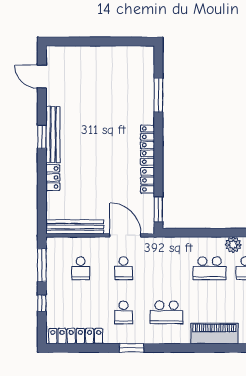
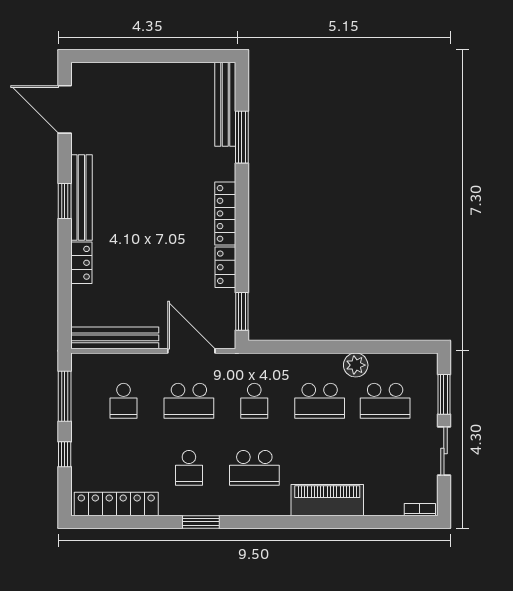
bench: (147, 73) -> (225, 104), added
door: (42, 77) -> (65, 109), width x1.36
school desk: (124, 268) -> (189, 401), width x1.85
school desk: (167, 268) -> (254, 401), added

